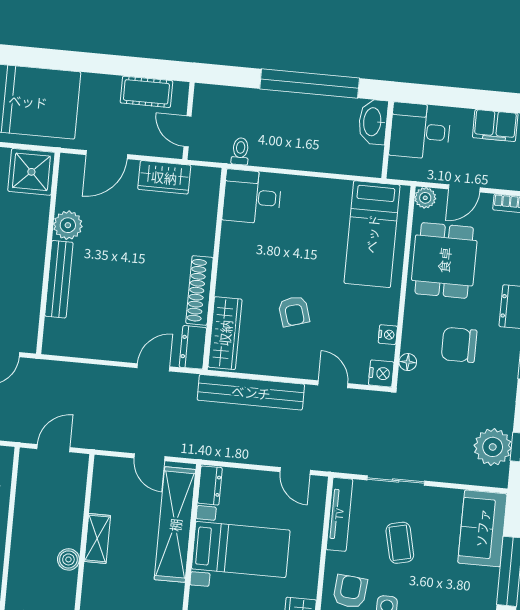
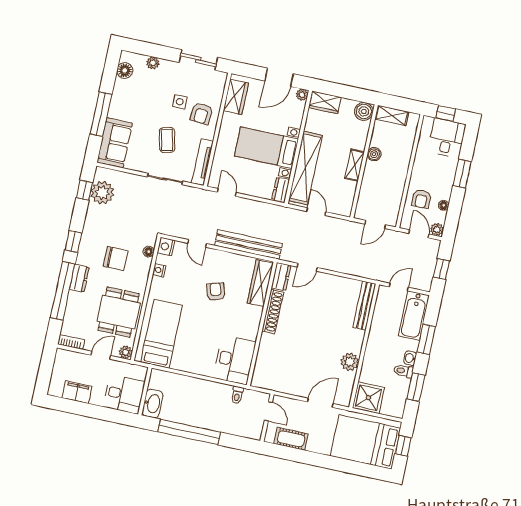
wardrobe: (164, 177) -> (286, 384), removed
desk: (252, 197) -> (234, 360), width x1.37
bench: (59, 279) -> (364, 306), moved

